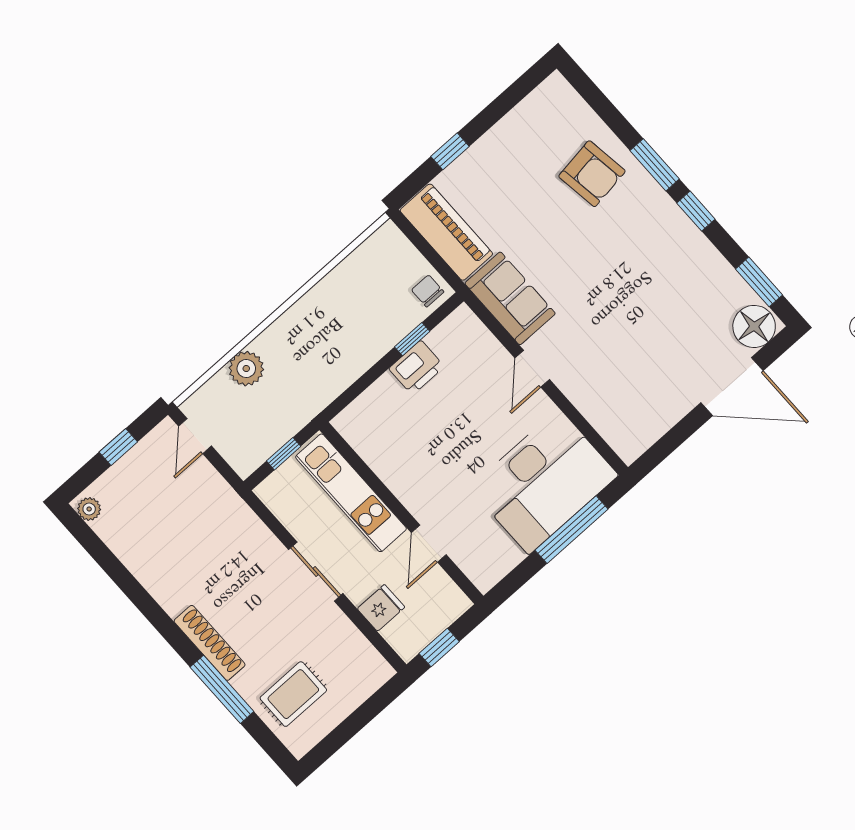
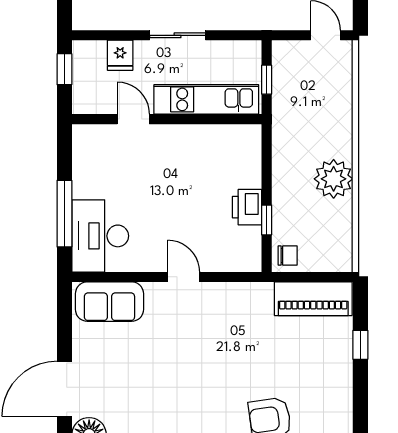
sofa: (510, 298) -> (109, 302), moved
plant: (246, 369) -> (334, 179), moved, width x1.36, depth x1.36
desk: (544, 482) -> (100, 236), width x0.73, depth x0.77

